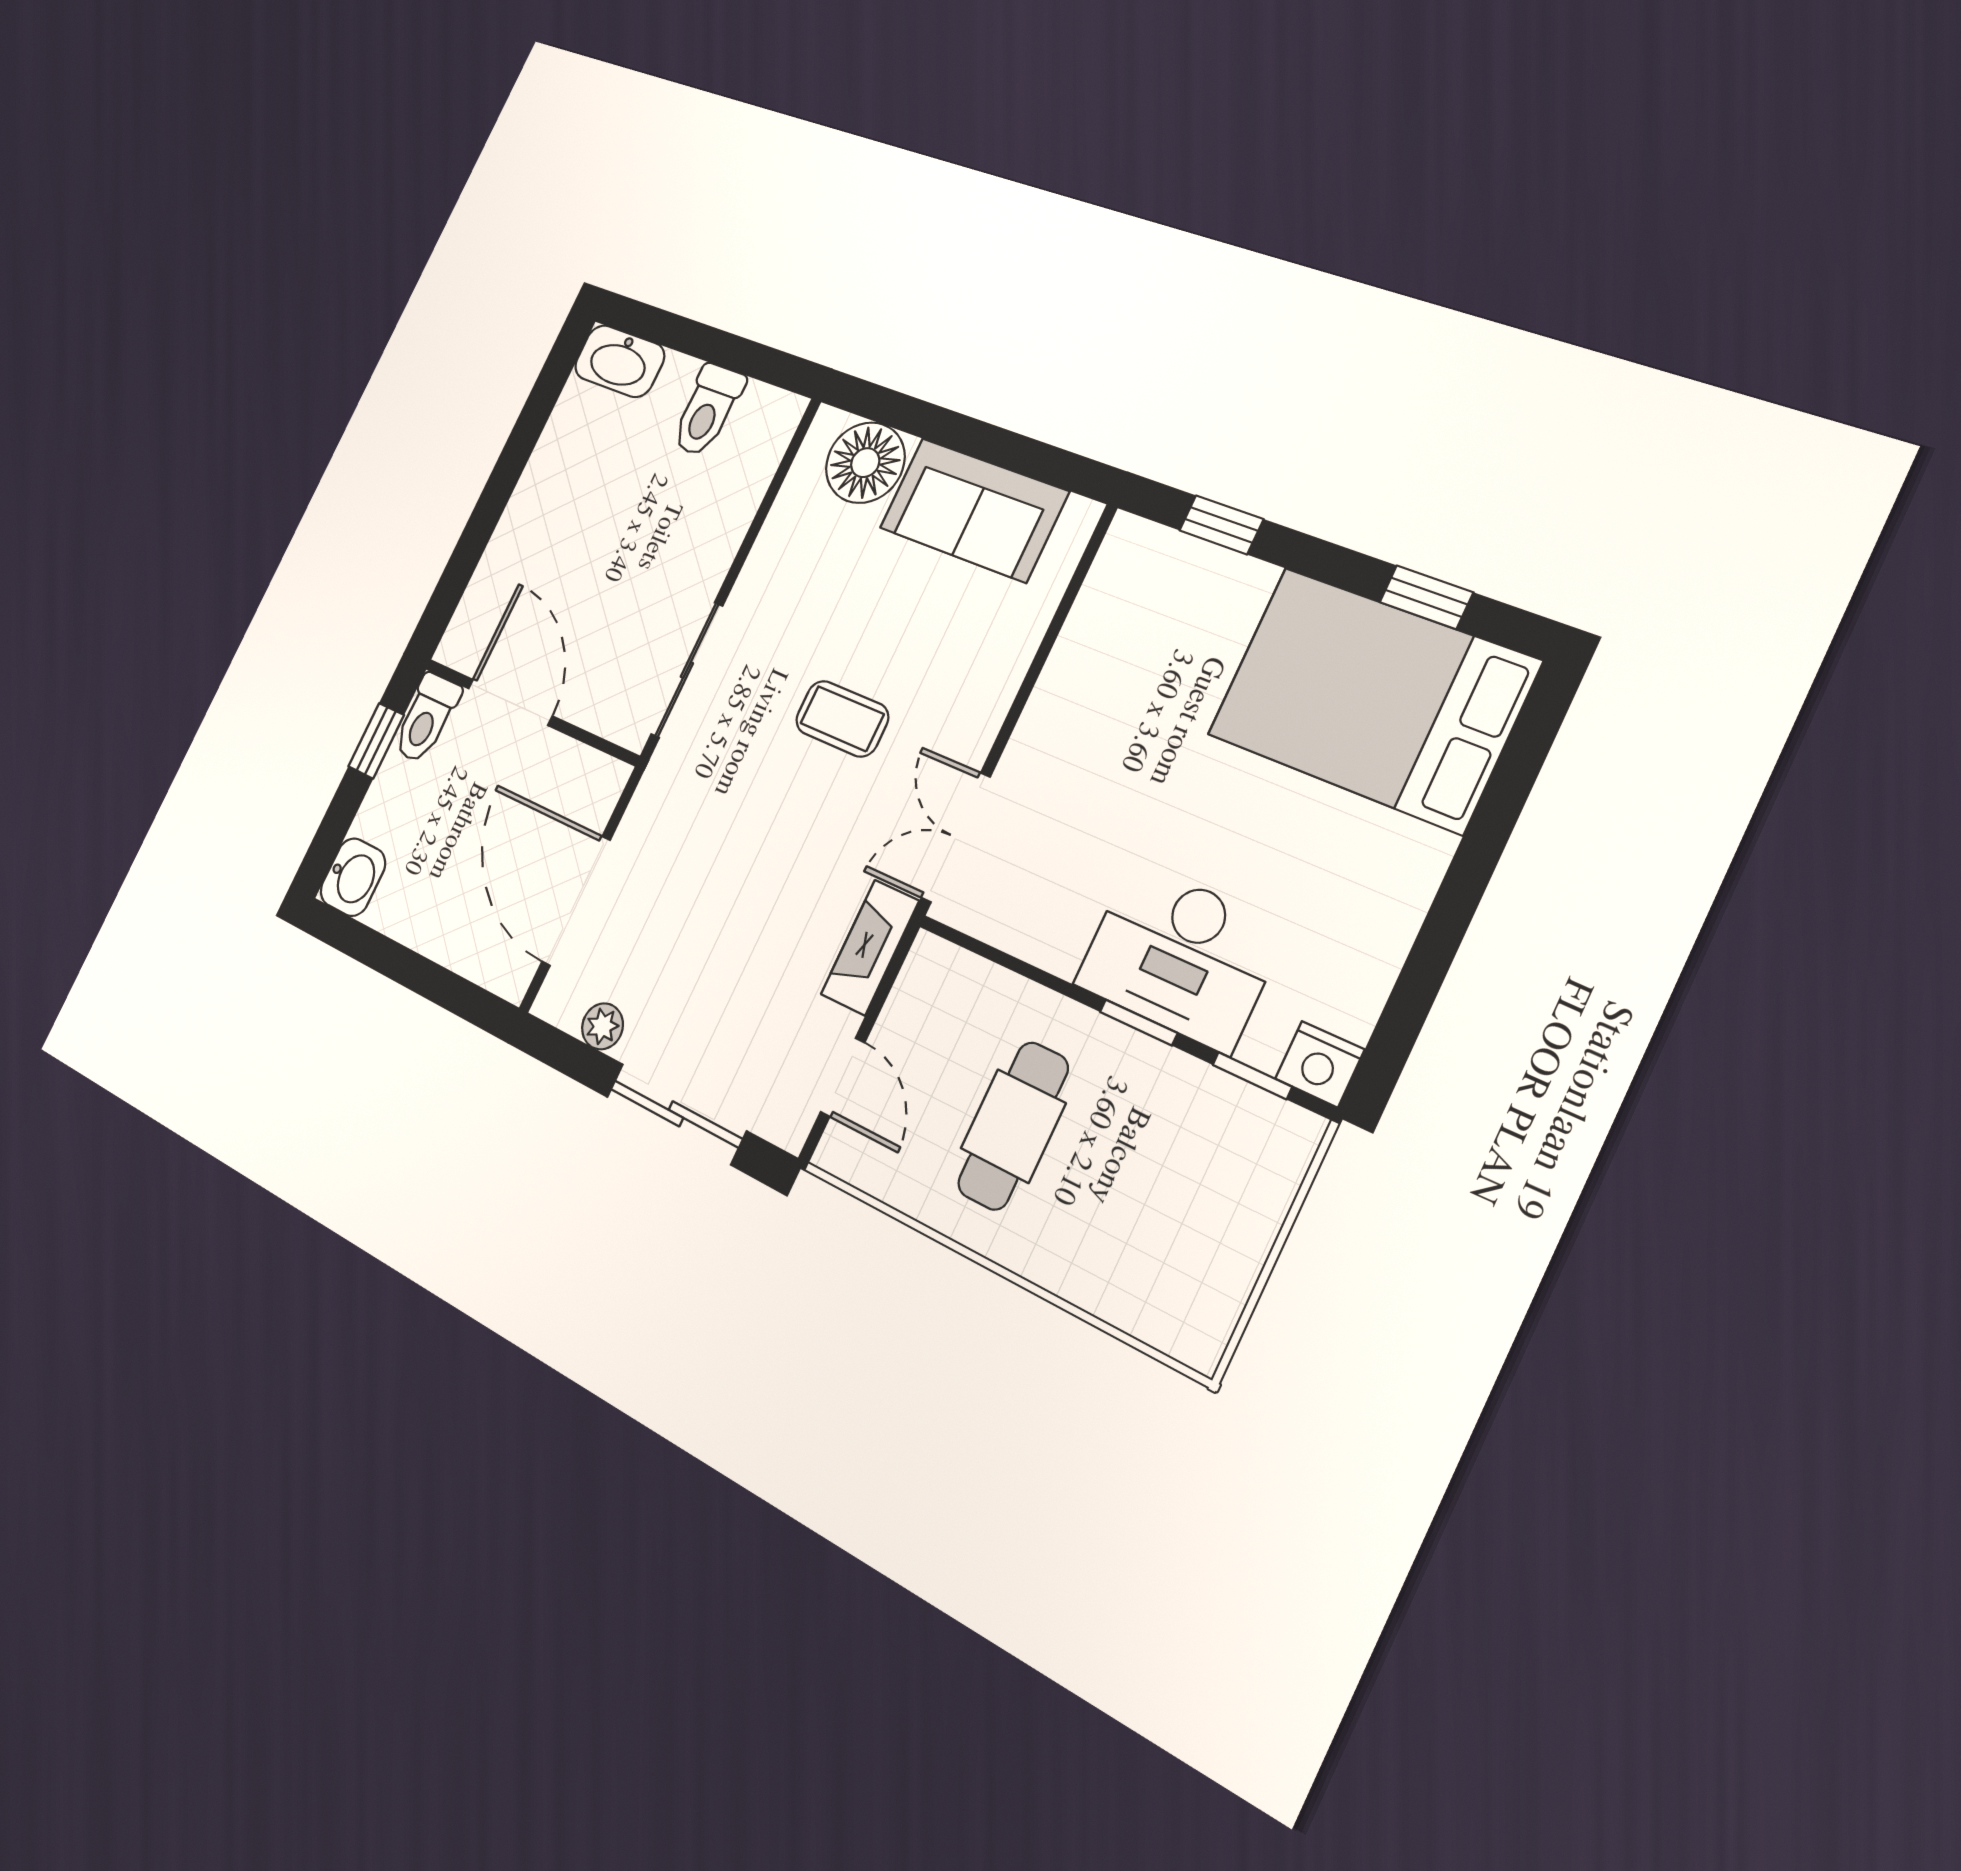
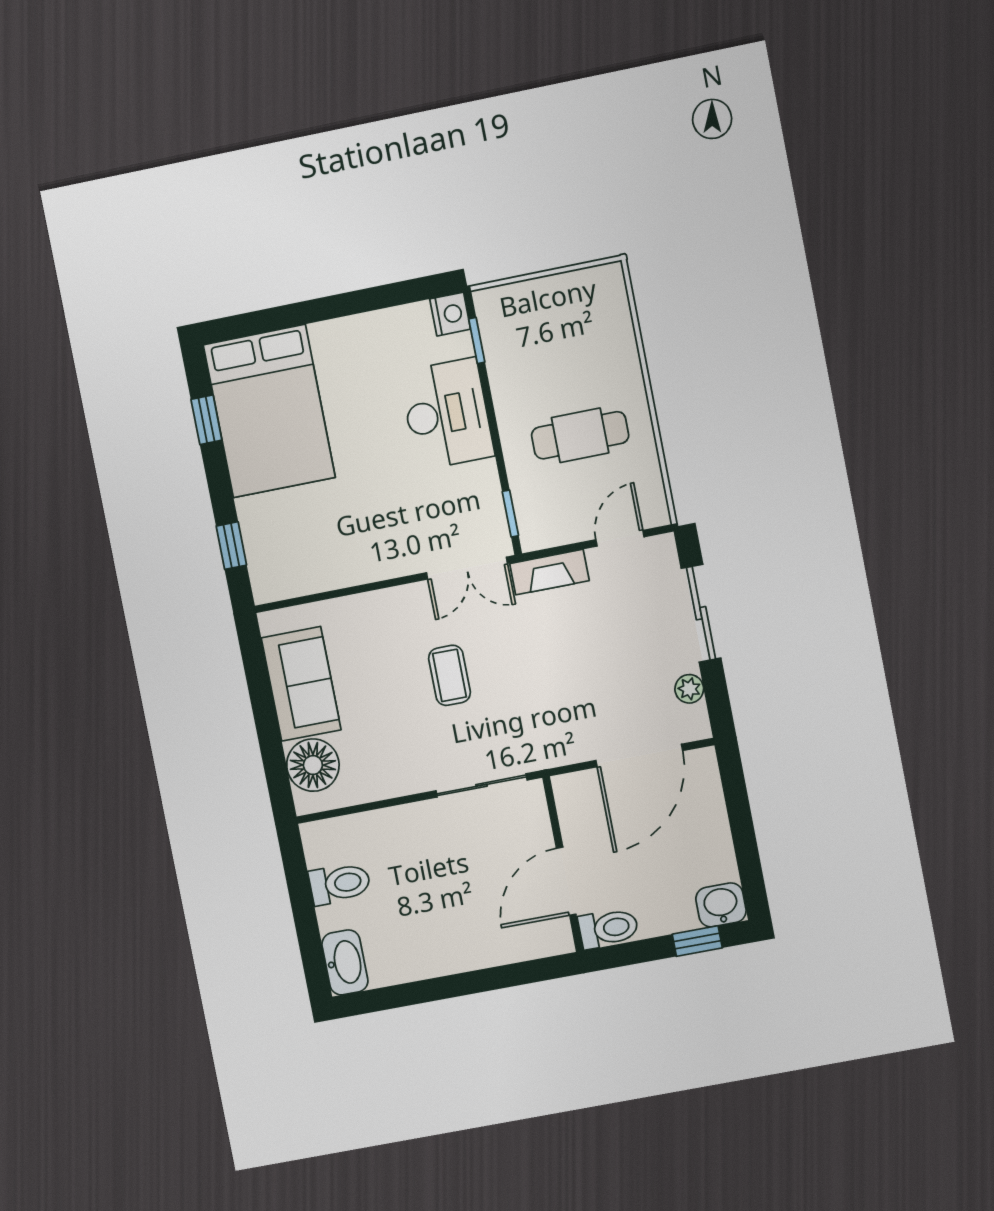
window: (376, 741) -> (697, 941), moved
window: (1139, 1022) -> (510, 514), moved

